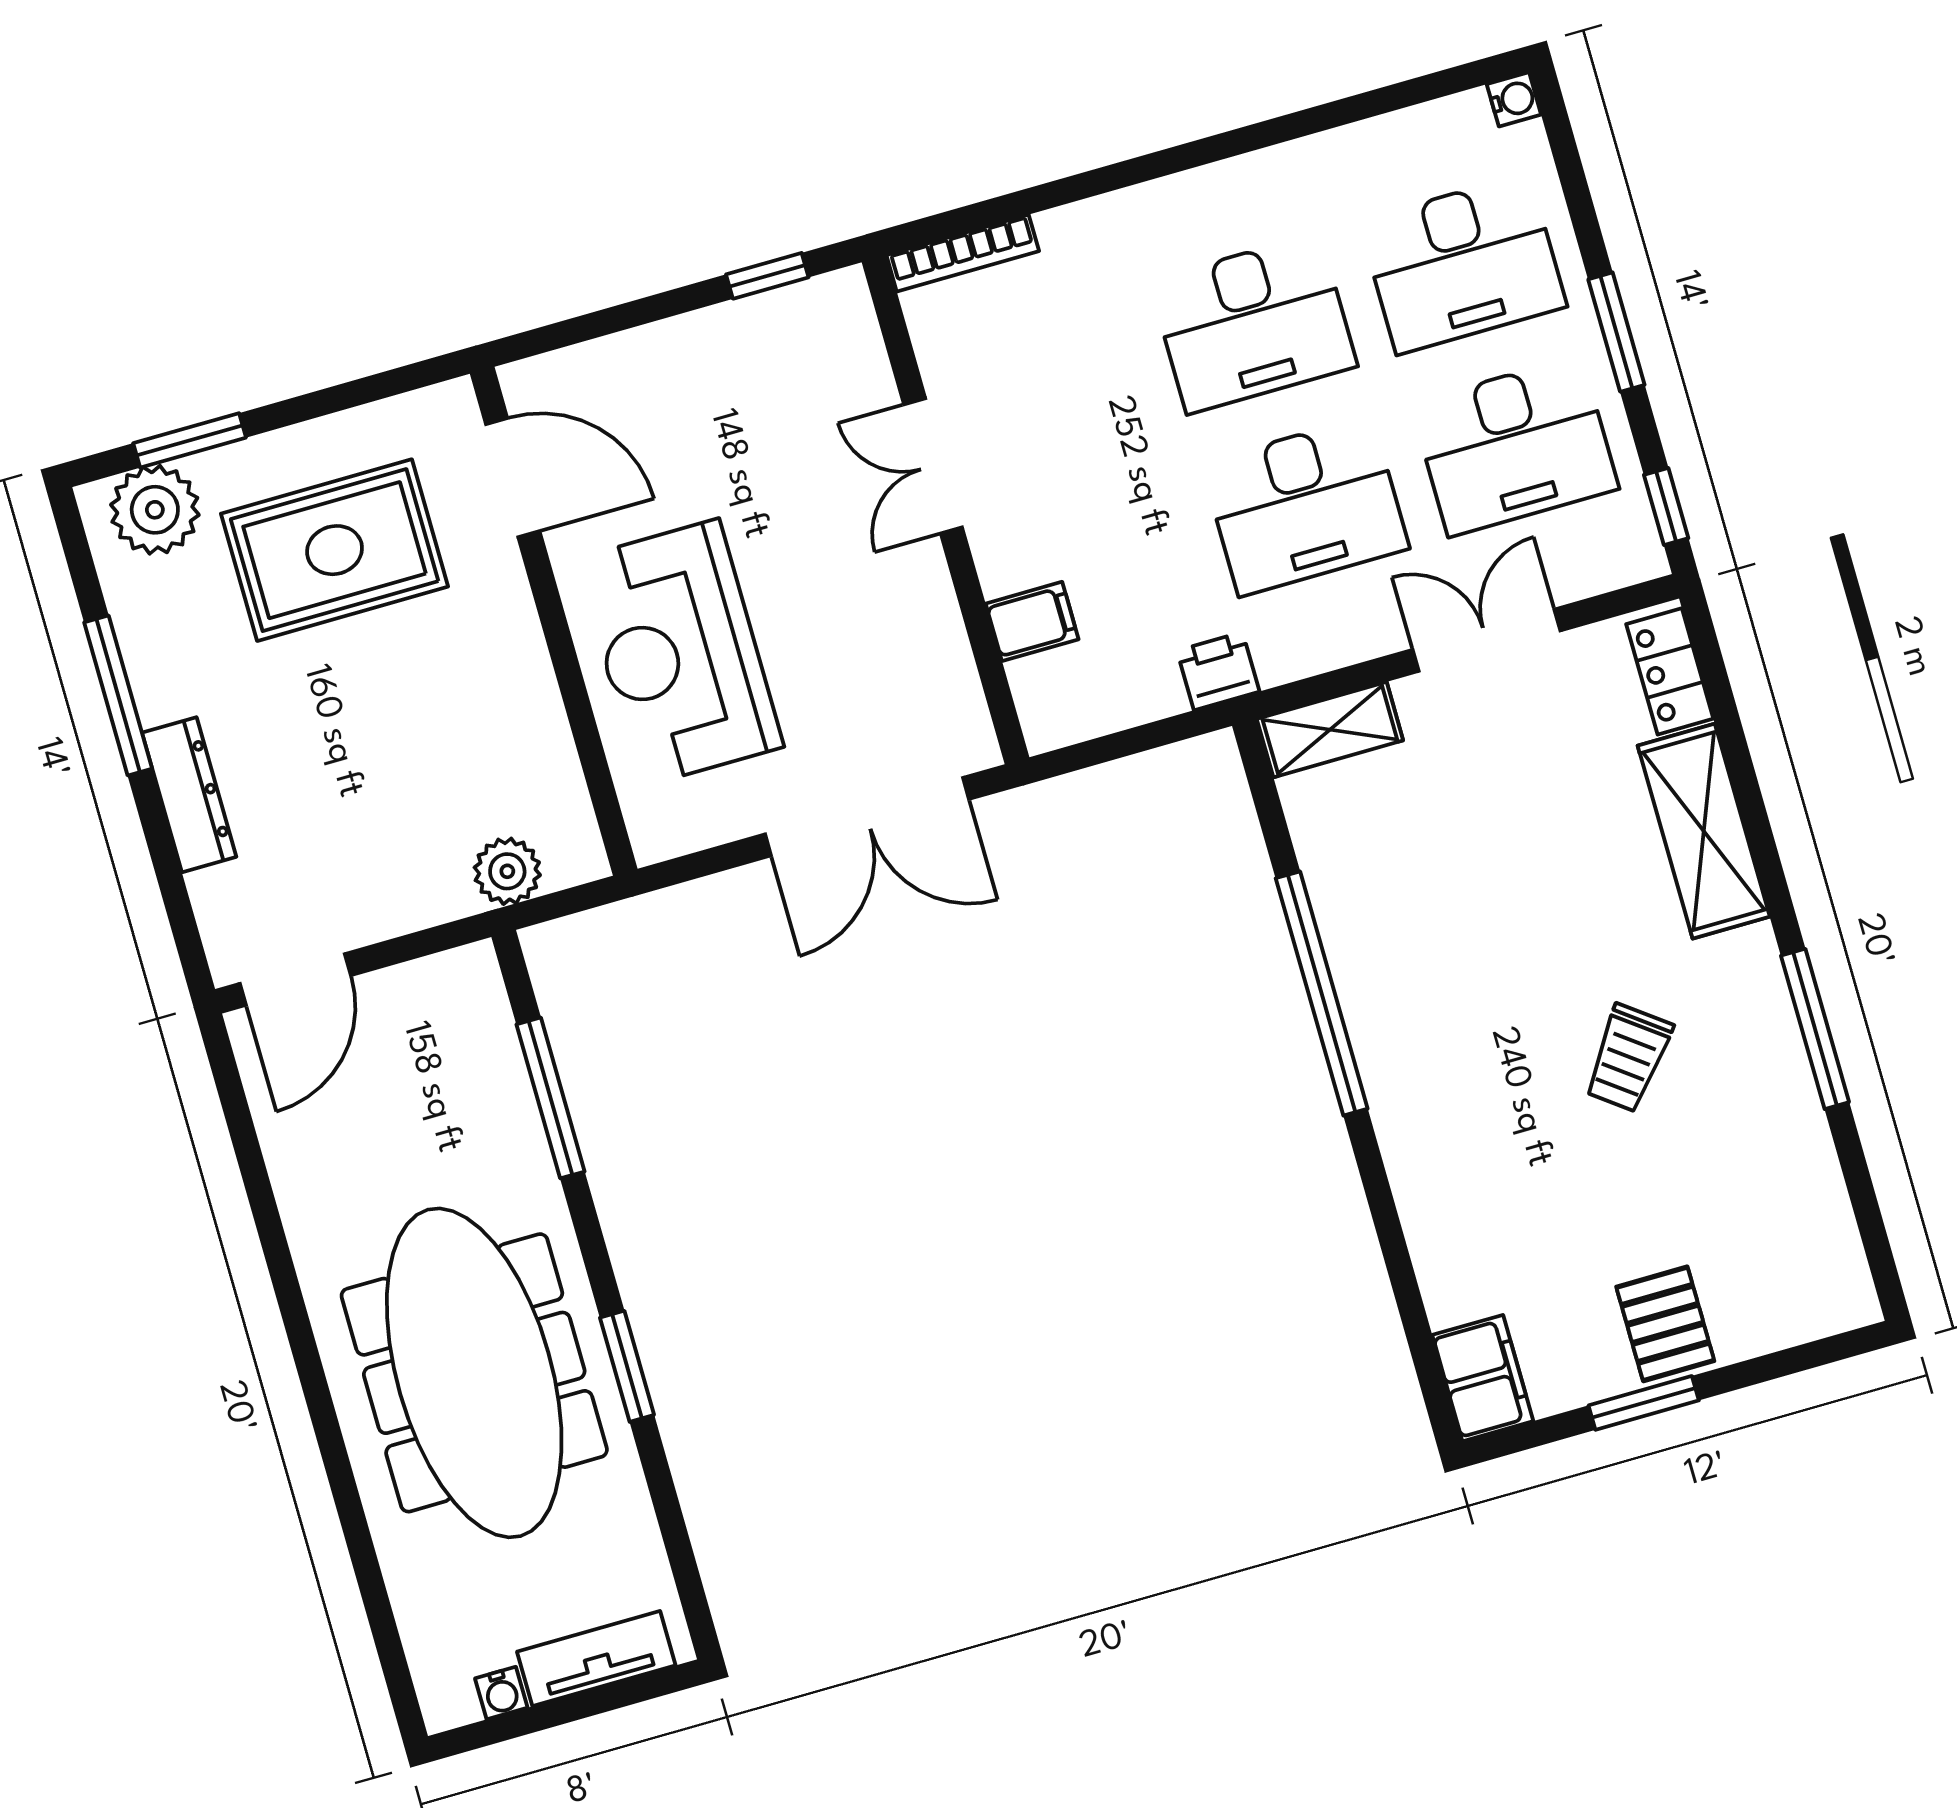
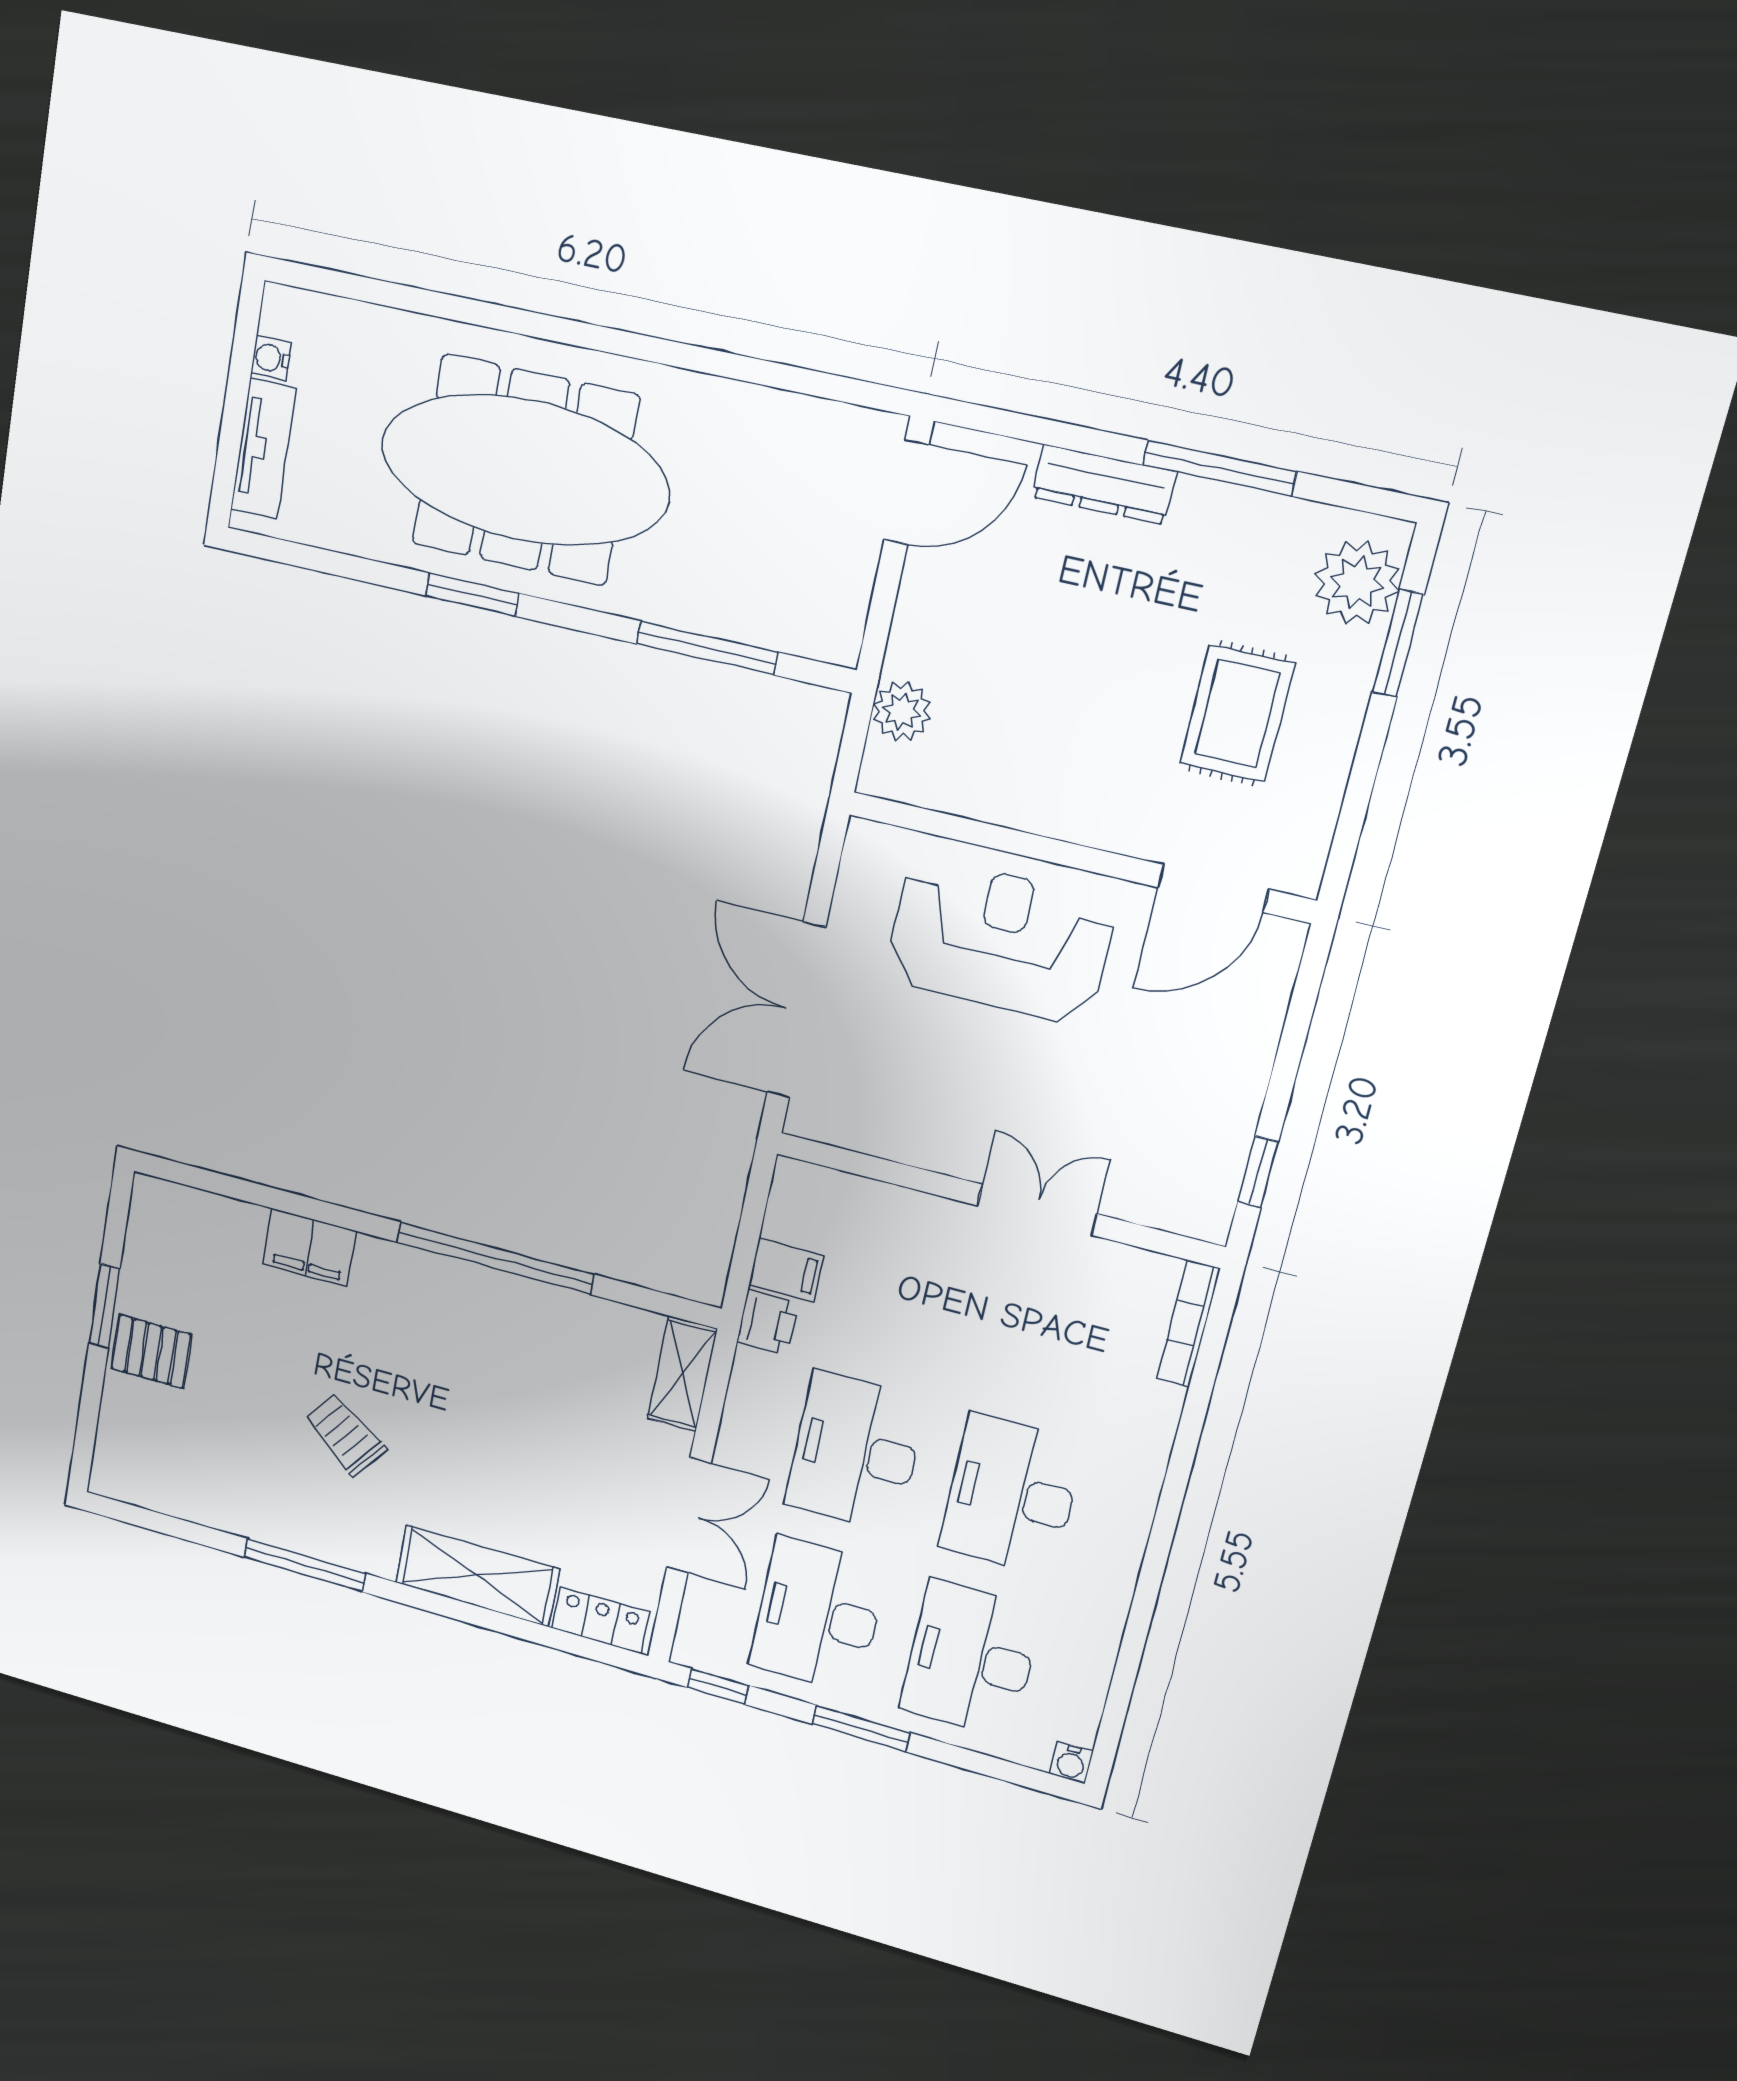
rug: (335, 550) -> (1237, 714), width x0.73, depth x0.70
filing cabinet: (1032, 621) -> (786, 1270), moved, turned -90
door: (295, 979) -> (906, 492), swing flipped
filing cabinet: (1483, 1378) -> (310, 1247), moved

